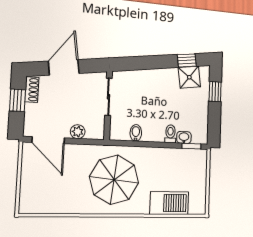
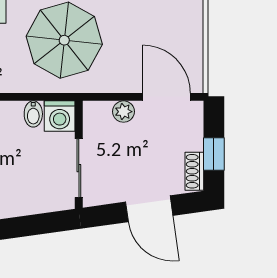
door: (64, 67) -> (149, 209), hinge flipped
washing machine: (119, 131) -> (60, 116), added

